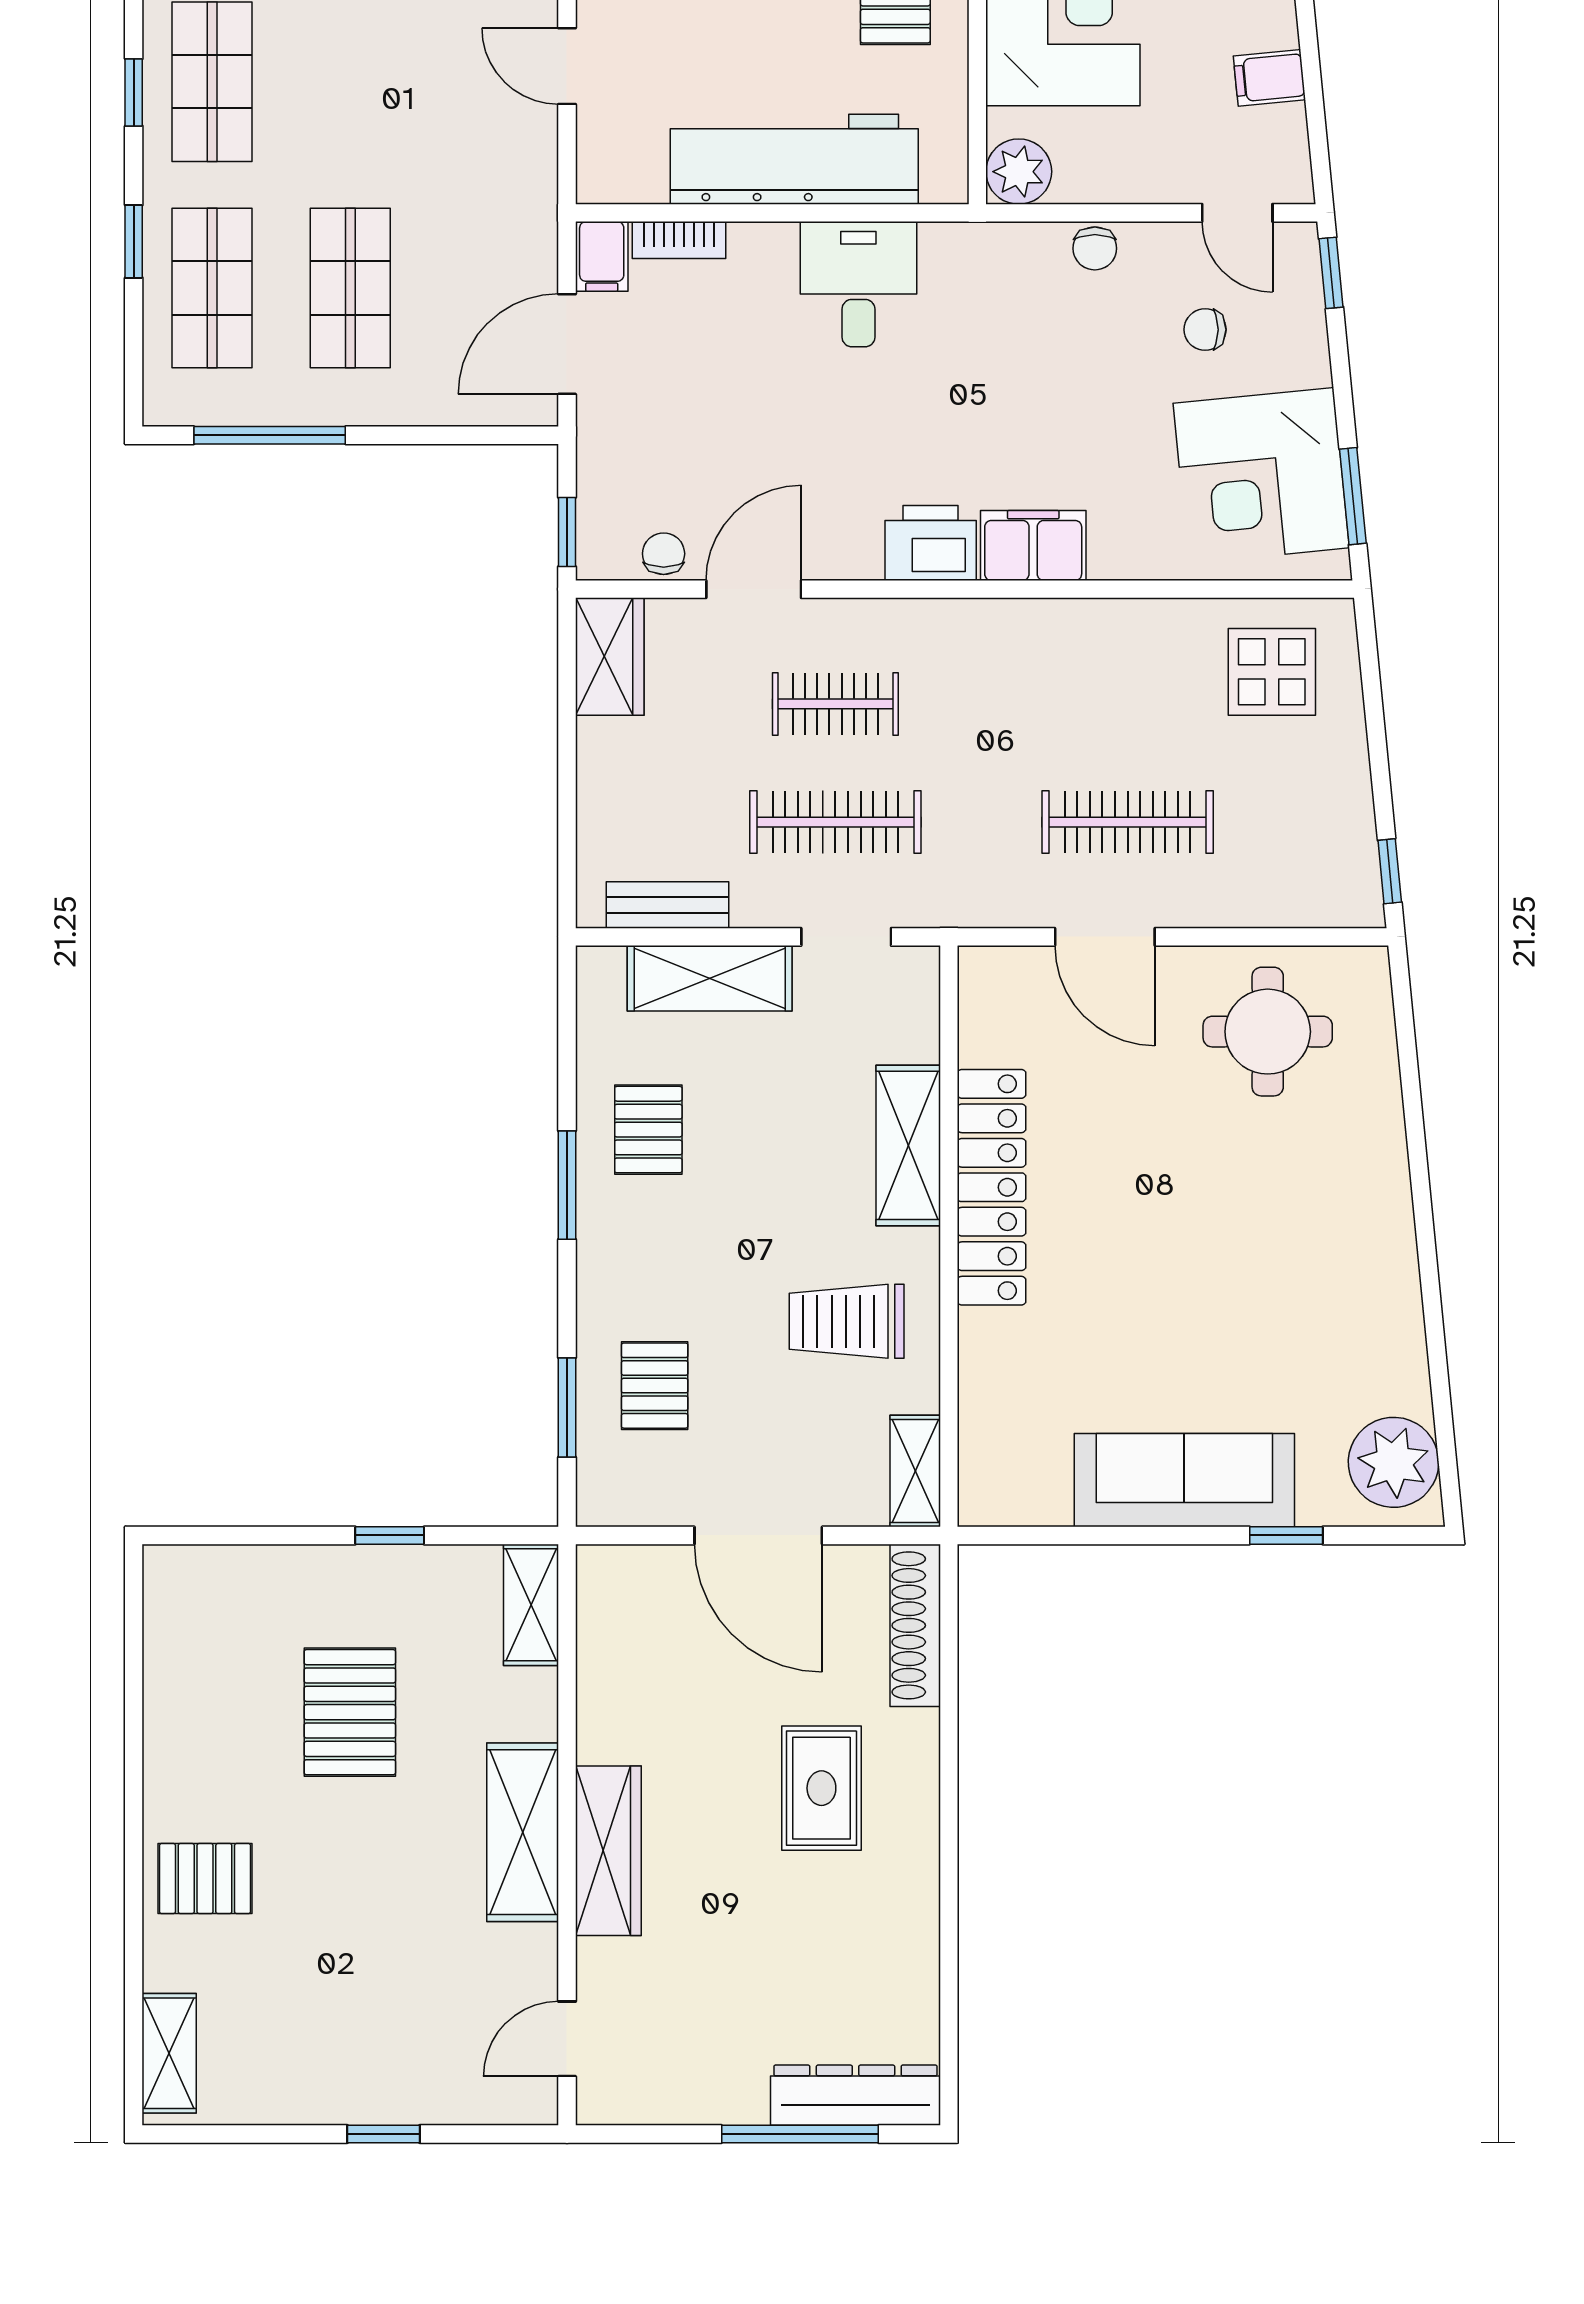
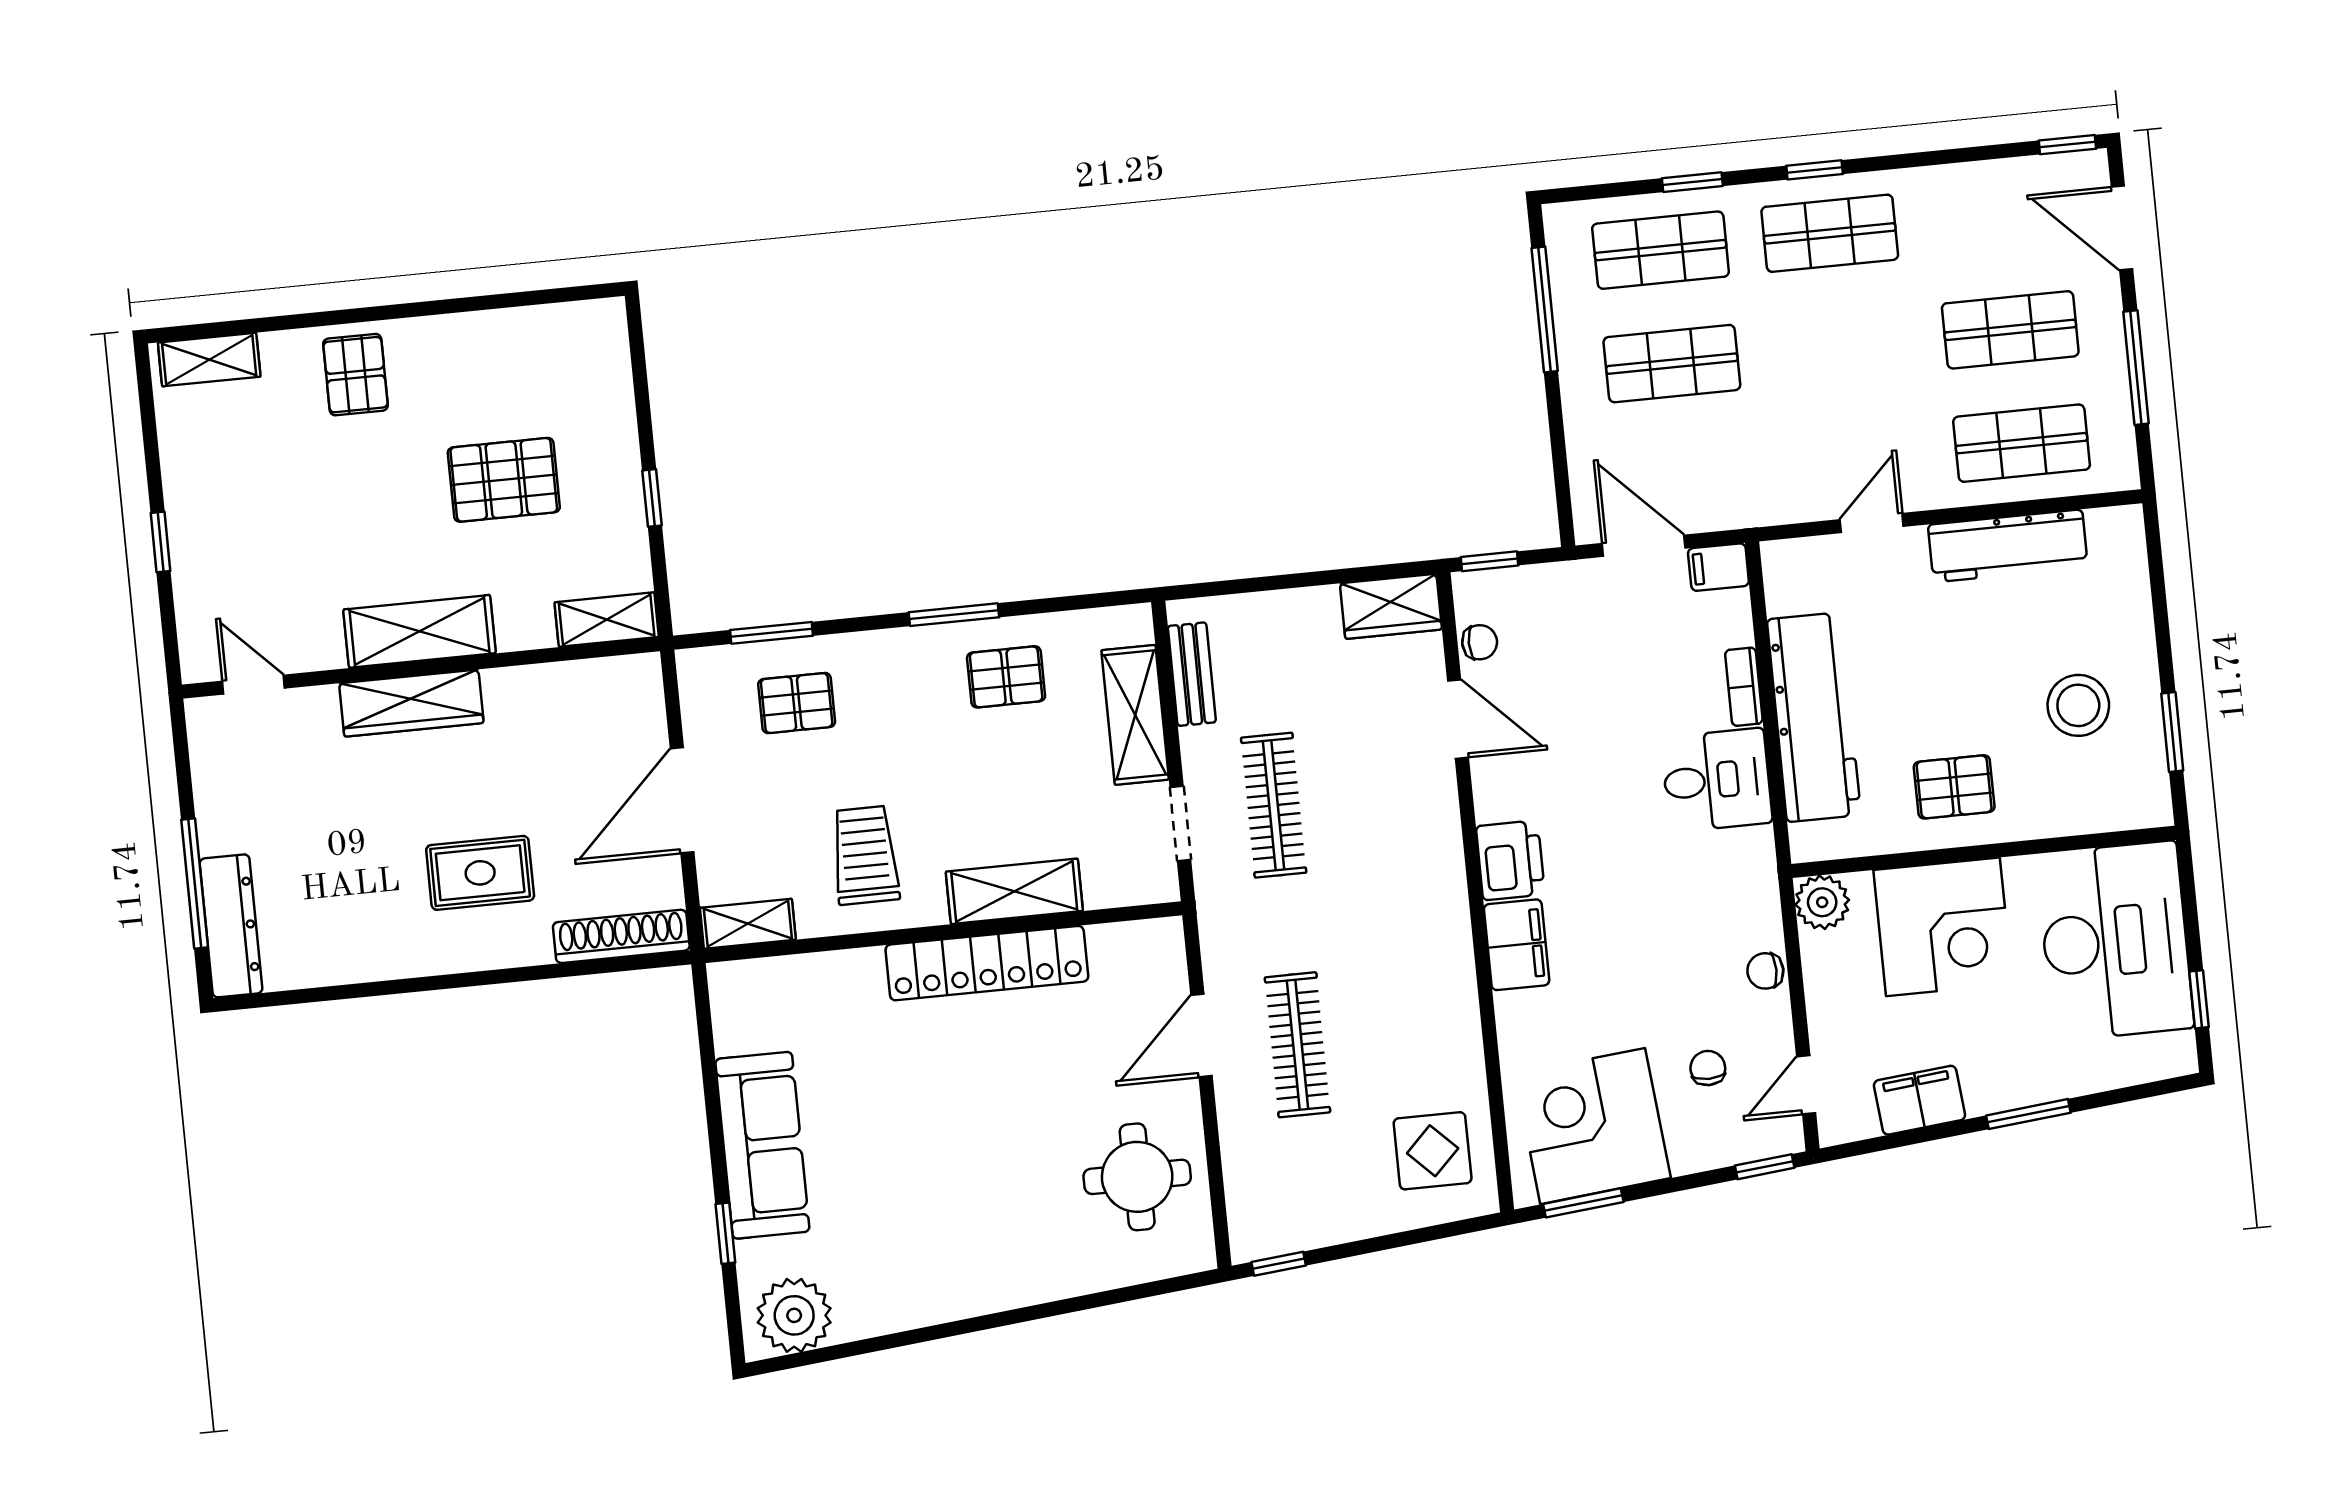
filing cabinet: (1269, 78) -> (1919, 1100), width x2.00
bookcase: (679, 240) -> (1744, 687), moved
clothes rail: (835, 704) -> (1370, 796), removed

